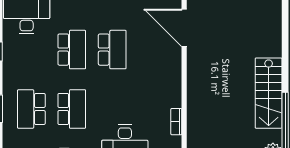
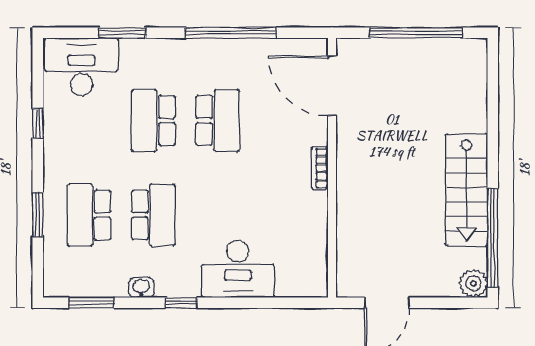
school desk: (72, 50) -> (153, 121), turned 180
bookcase: (176, 122) -> (320, 168), moved

